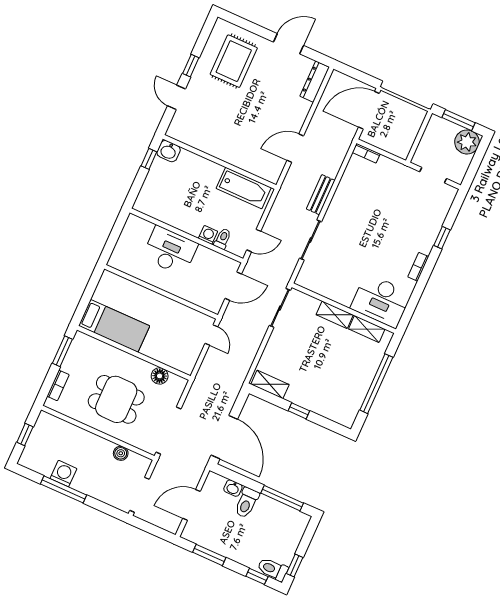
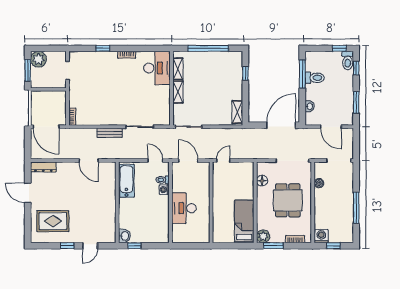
plant: (82, 343) -> (263, 236), added
window: (299, 411) -> (245, 73), moved
washing machine: (63, 474) -> (321, 236), moved, turned 90
toilet: (247, 503) -> (315, 78), moved

